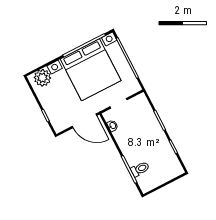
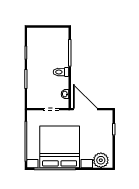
toilet: (140, 169) -> (61, 72), moved

